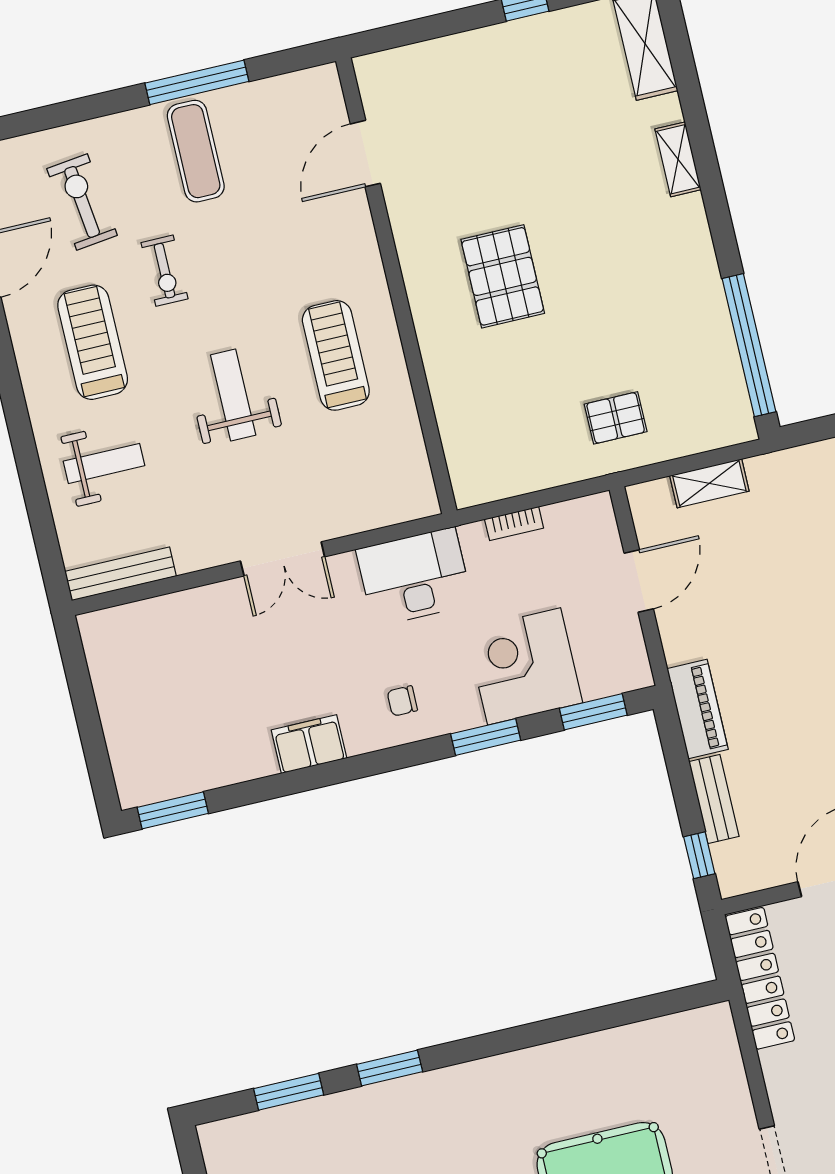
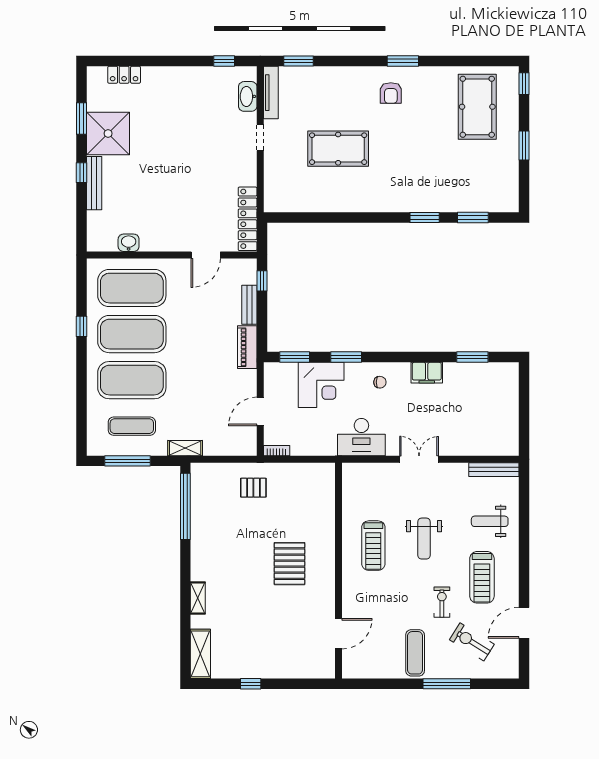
window: (197, 82) -> (447, 684), moved
exercise bike: (82, 202) -> (472, 642), turned 129
shelving: (709, 483) -> (185, 448), moved
bookcase: (514, 524) -> (277, 451), moved
window: (173, 810) -> (472, 357), moved

